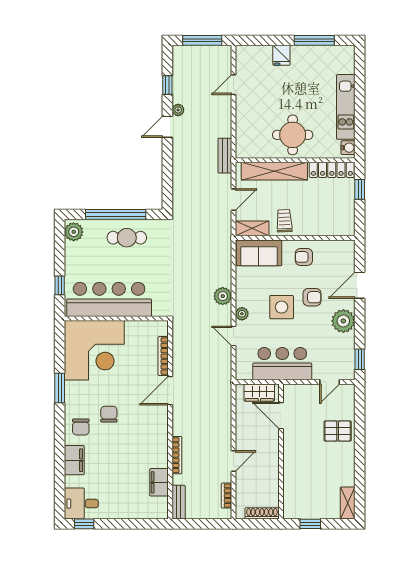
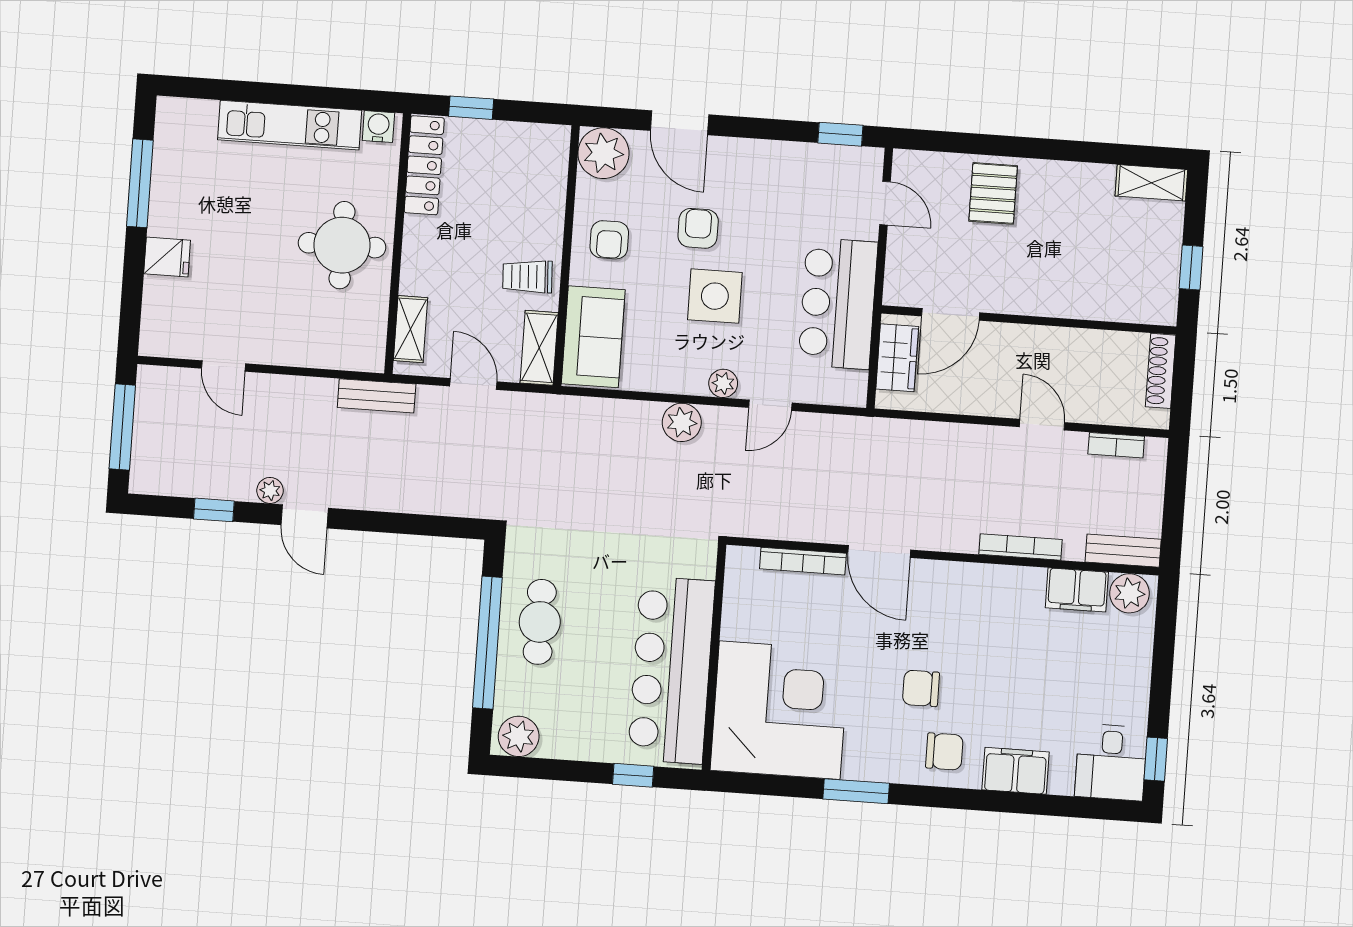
shelving: (274, 171) -> (410, 329), width x0.45, depth x0.75
plant: (343, 321) -> (603, 153), moved
plant: (159, 507) -> (1129, 593), added

